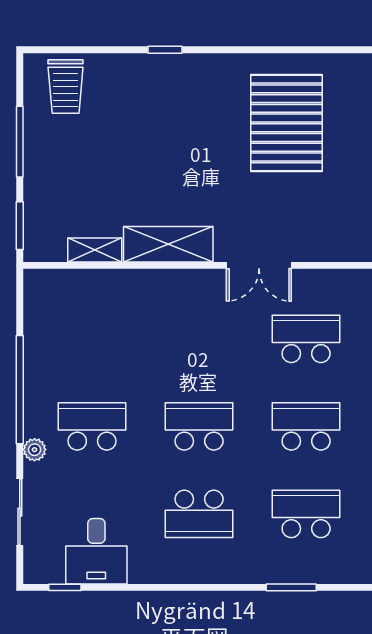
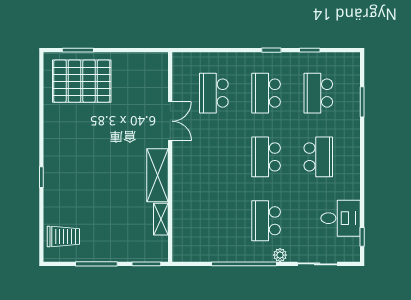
pallet: (286, 123) -> (82, 81), moved

